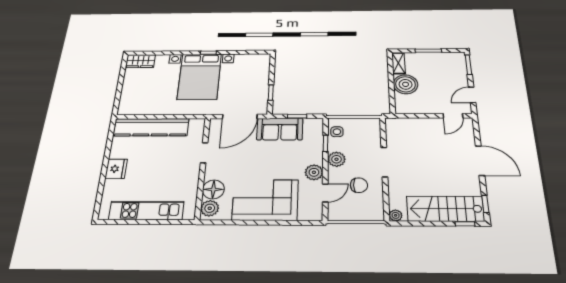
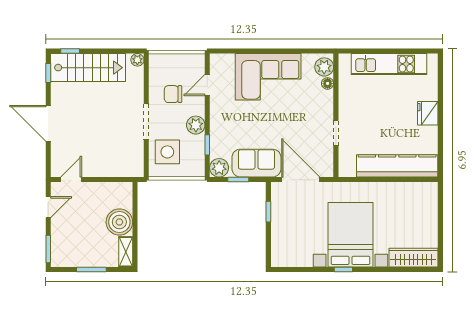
wardrobe: (140, 61) -> (413, 258), width x1.50
door: (240, 117) -> (301, 180), hinge flipped
side table: (337, 132) -> (167, 152), moved, width x1.87, depth x1.87
plant: (314, 172) -> (219, 168), moved
floor lamp: (213, 189) -> (328, 83), width x0.53, depth x0.53

